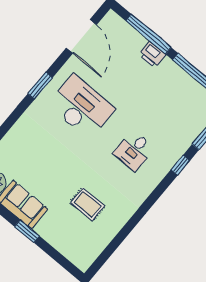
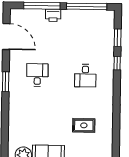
desk: (81, 107) -> (37, 75), width x0.53, depth x0.77

